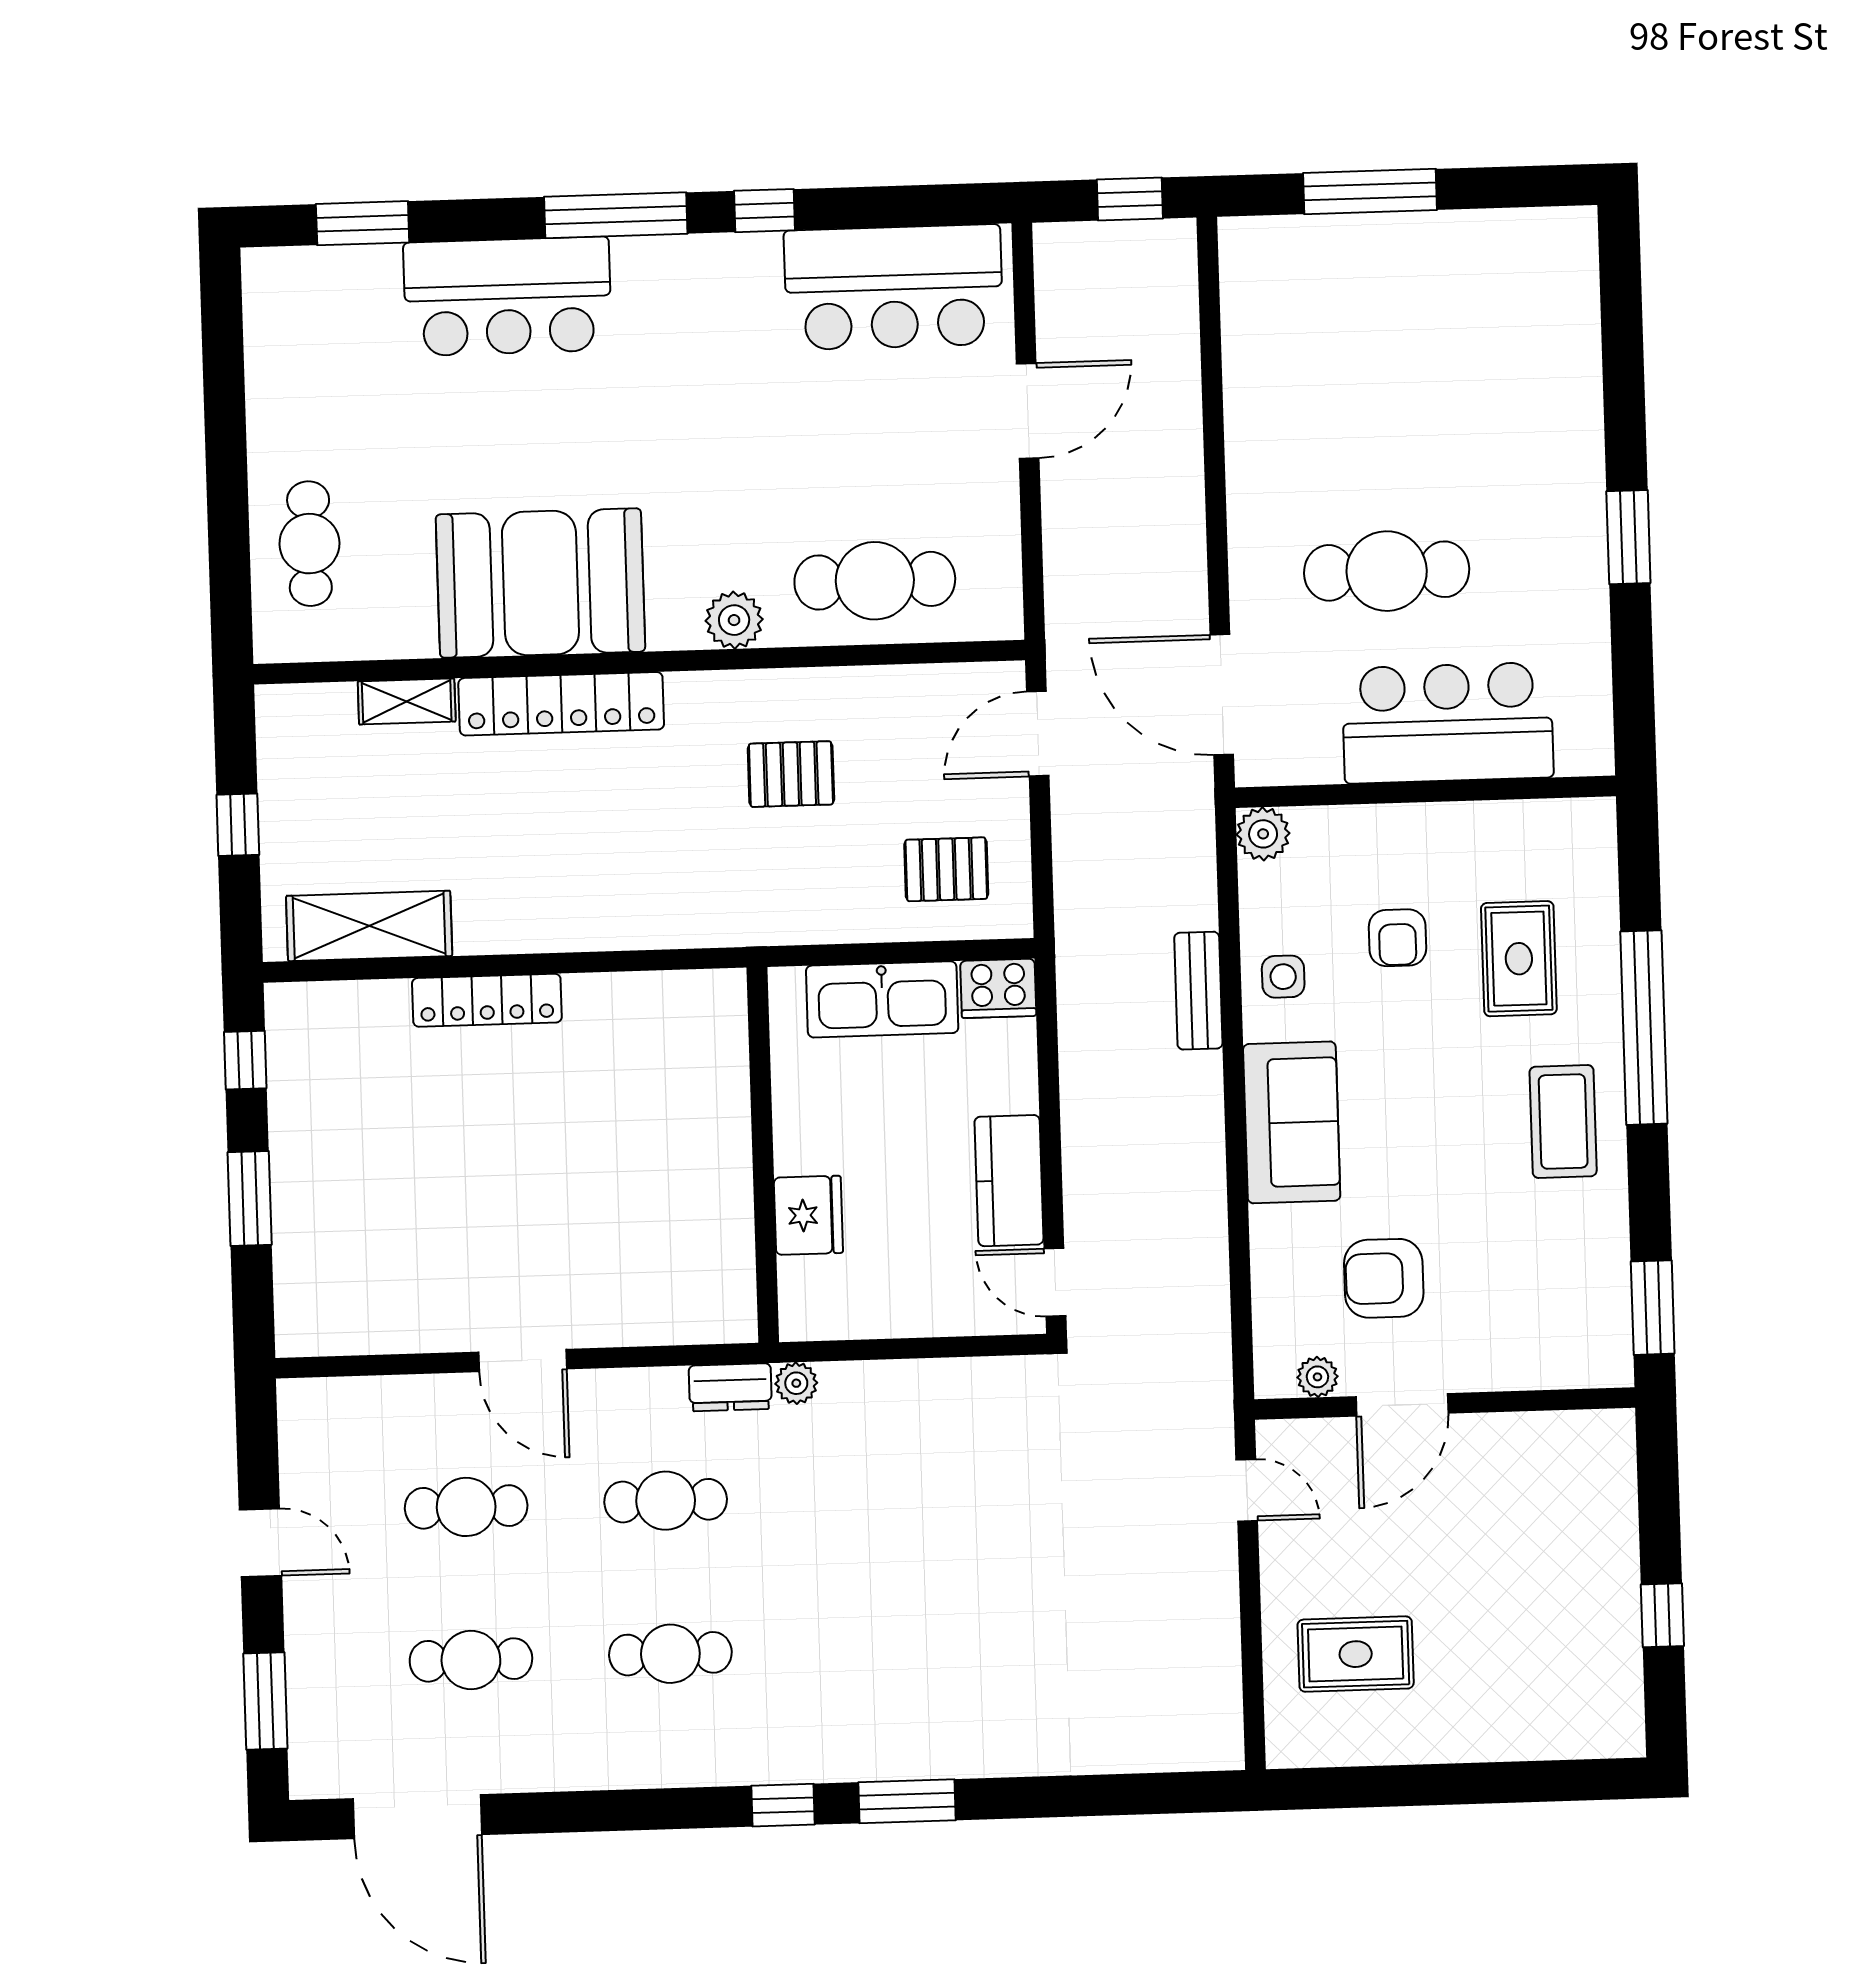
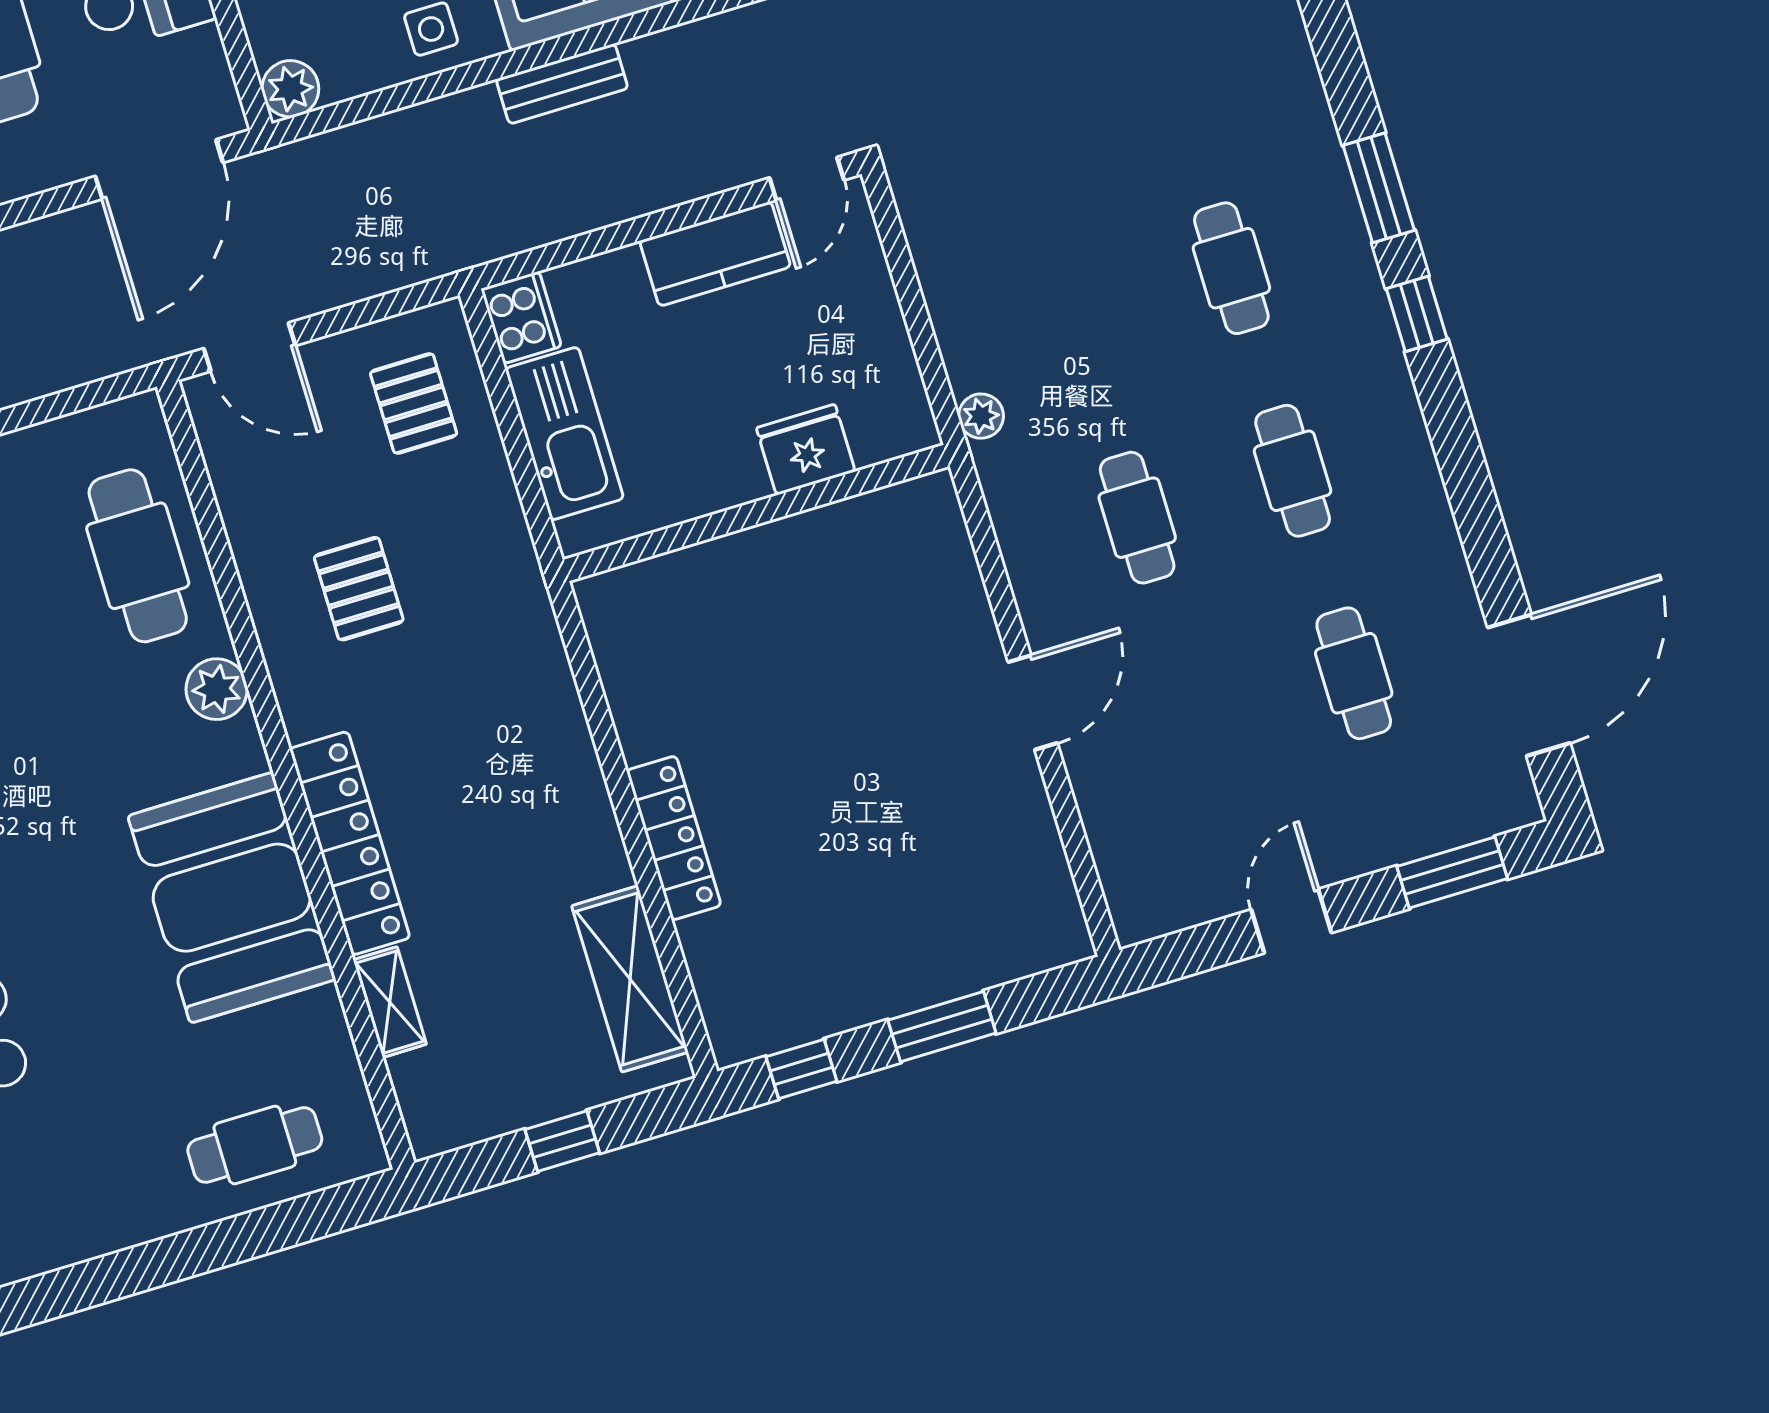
bench: (1198, 991) -> (562, 84), moved
dresser: (730, 1387) -> (1003, 483), removed
cafe table: (466, 1507) -> (1231, 268), moved

